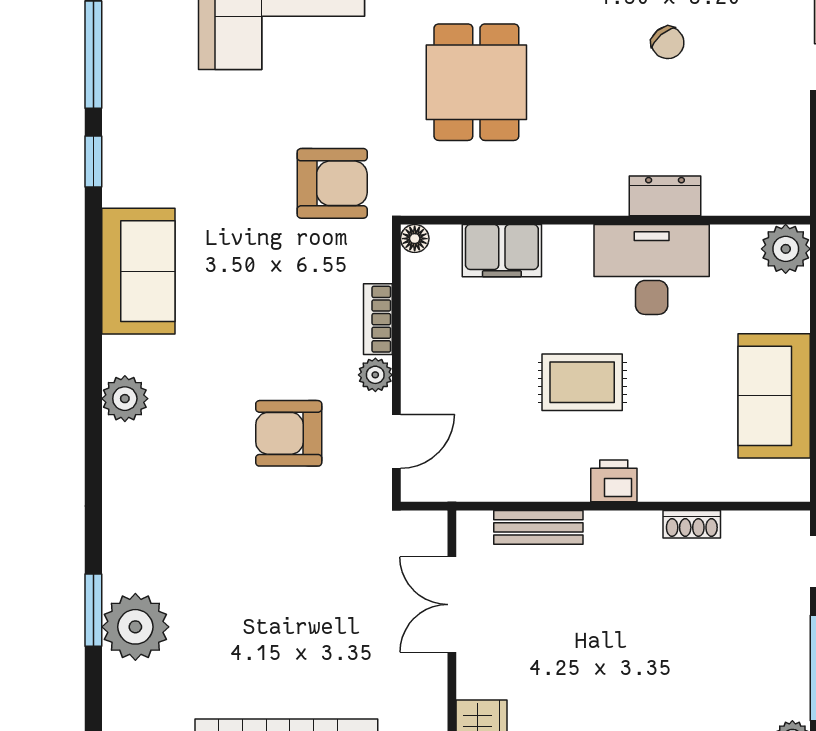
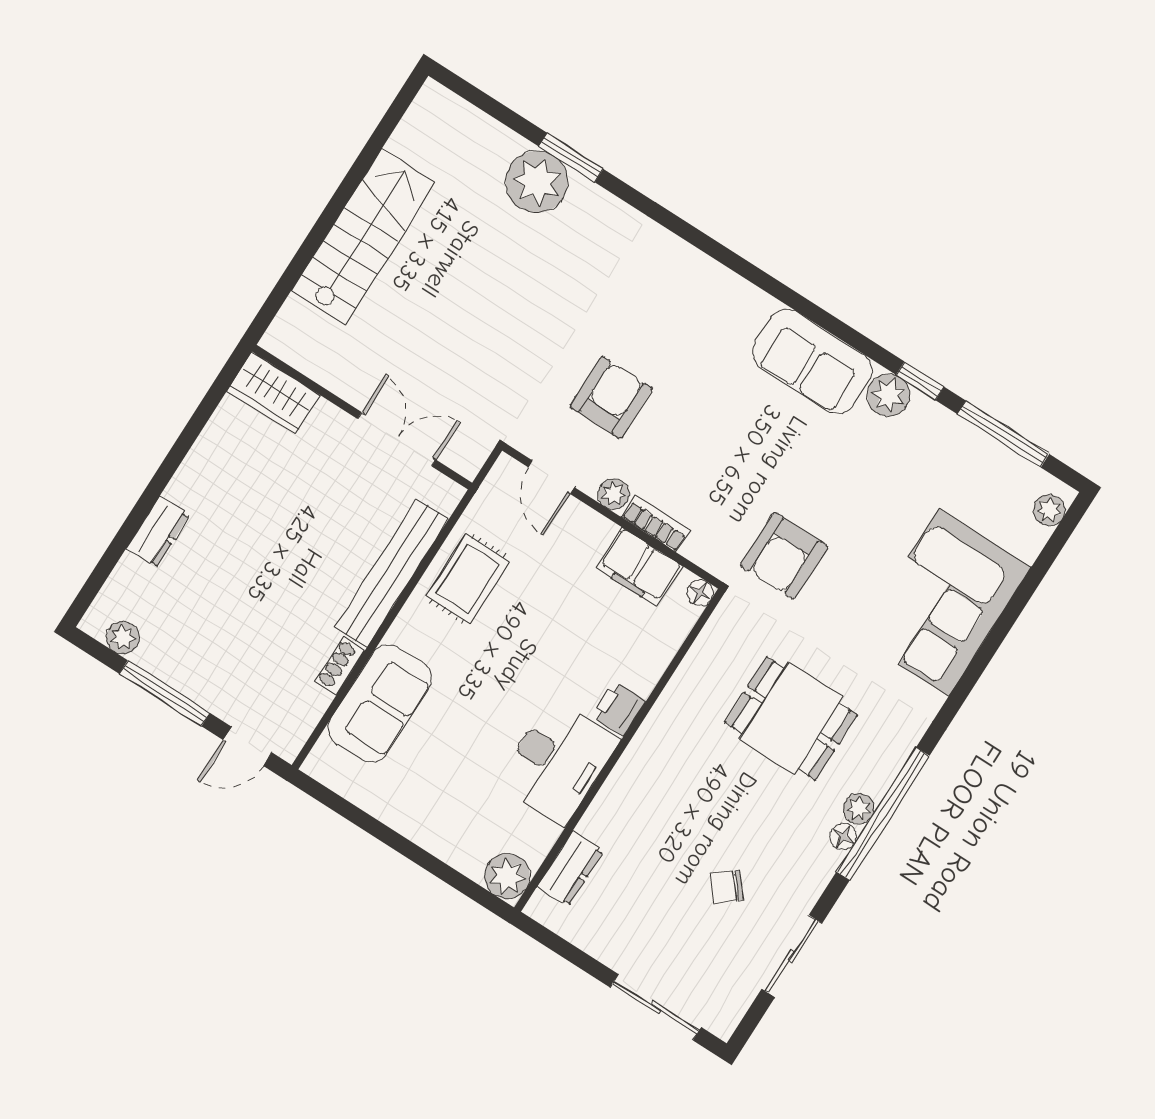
dresser: (665, 196) -> (570, 869), moved
filing cabinet: (502, 251) -> (639, 567), moved, turned -90
rug: (582, 382) -> (468, 579), moved
sofa: (774, 396) -> (380, 704), moved, turned 90
plant: (125, 399) -> (889, 395), moved
printer: (614, 481) -> (619, 708), moved, turned 180
bench: (538, 527) -> (392, 573), width x1.86, depth x1.21

